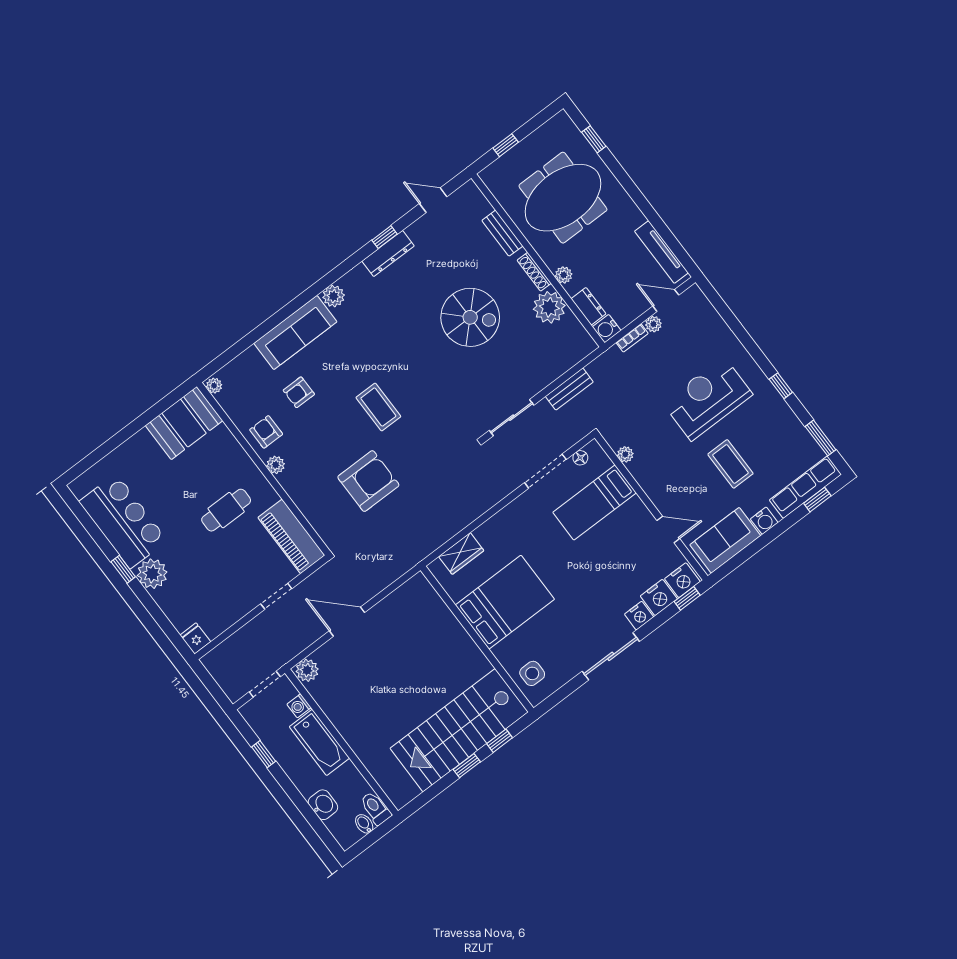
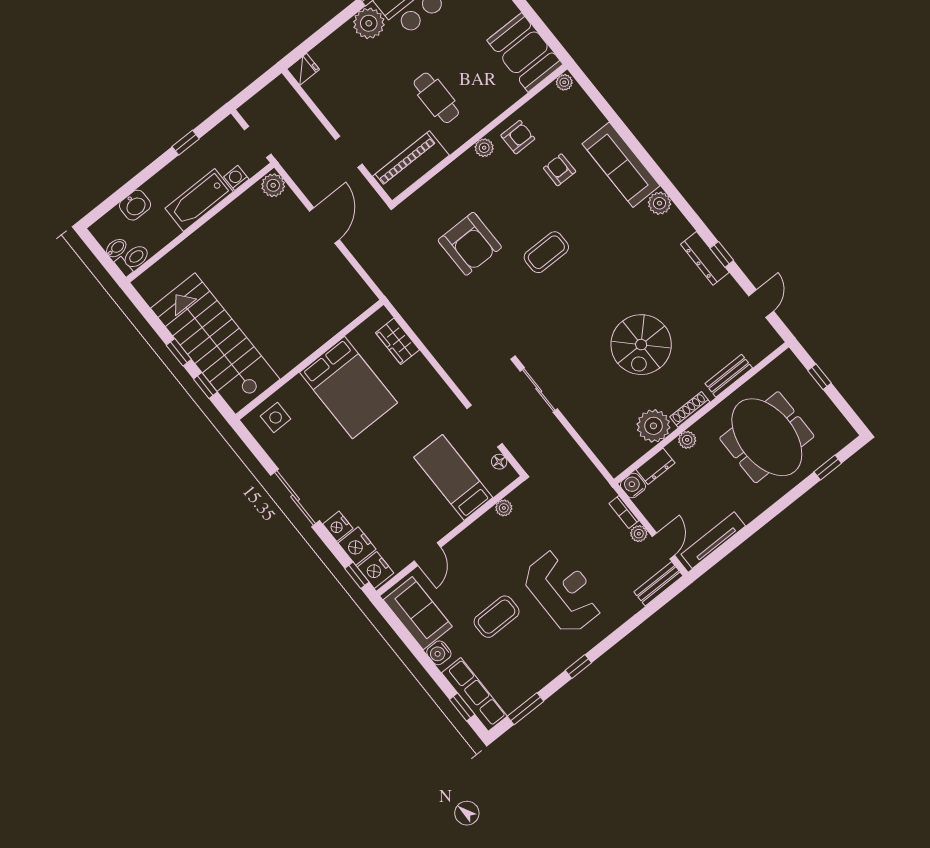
bench: (569, 389) -> (658, 584), moved, turned 90

